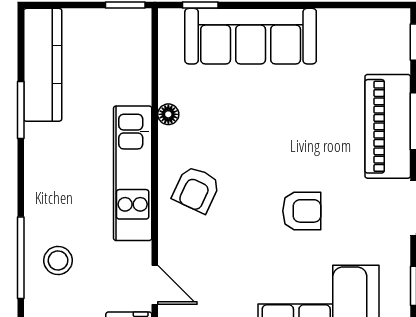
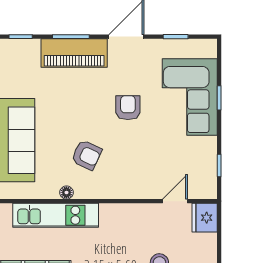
kitchen unit: (133, 173) -> (56, 215), moved
armchair: (196, 190) -> (87, 155), moved

